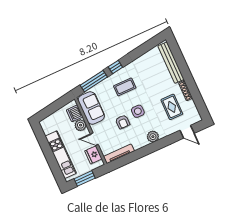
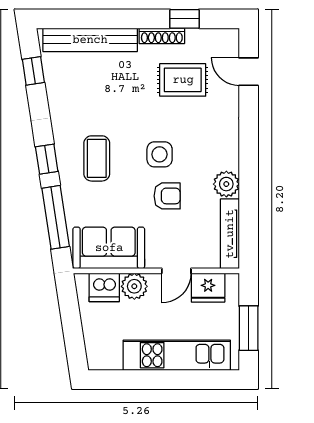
window: (148, 46) -> (33, 71), added
window: (197, 97) -> (185, 19), added
door: (187, 132) -> (249, 72), swing flipped
plant: (153, 137) -> (226, 184), moved

